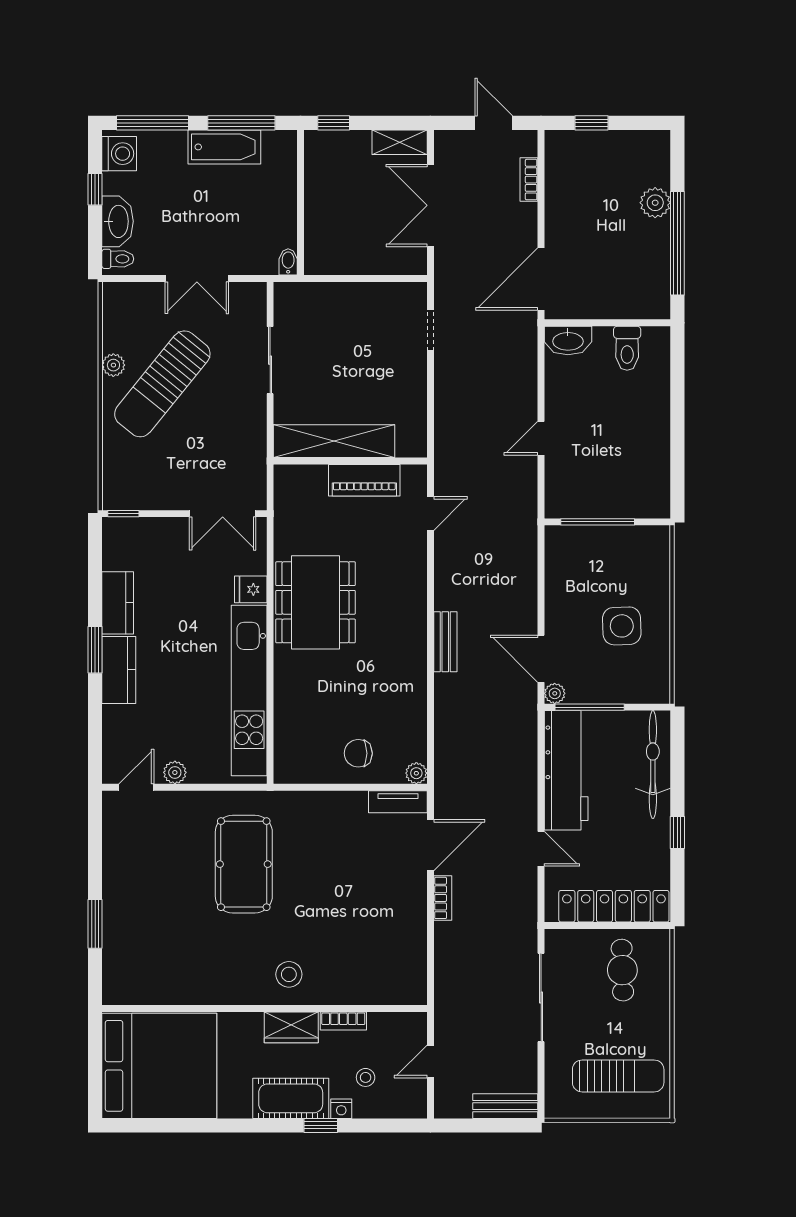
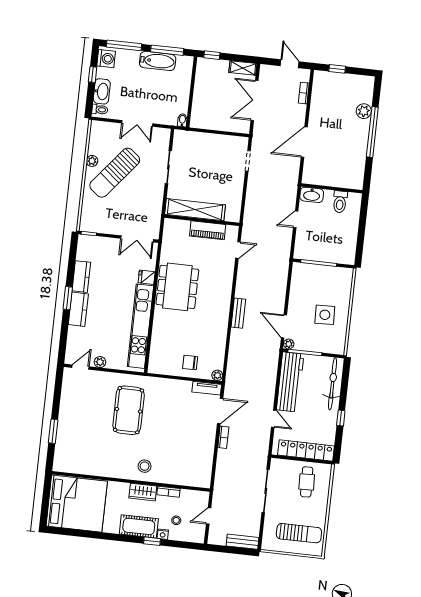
wall: (607, 323) -> (332, 188), moved
washbasin: (568, 341) -> (312, 195), moved
toilet: (627, 348) -> (340, 202), moved

